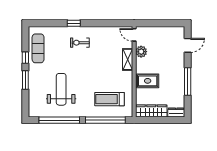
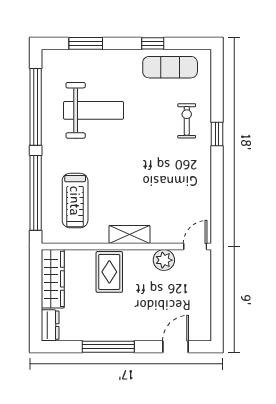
exercise bike: (80, 43) -> (187, 121), moved
door: (188, 45) -> (176, 347), swing flipped
shelving: (128, 59) -> (129, 235), moved
window: (25, 80) -> (86, 43), moved
treadmill: (109, 99) -> (75, 201), turned 180

